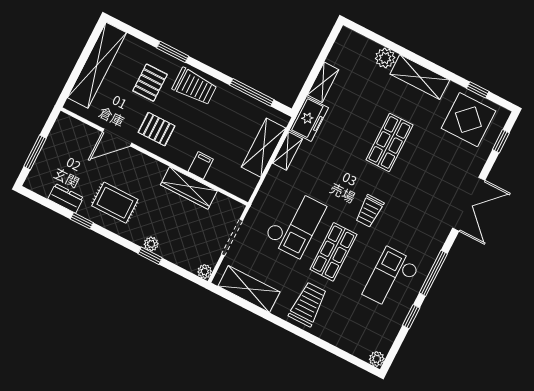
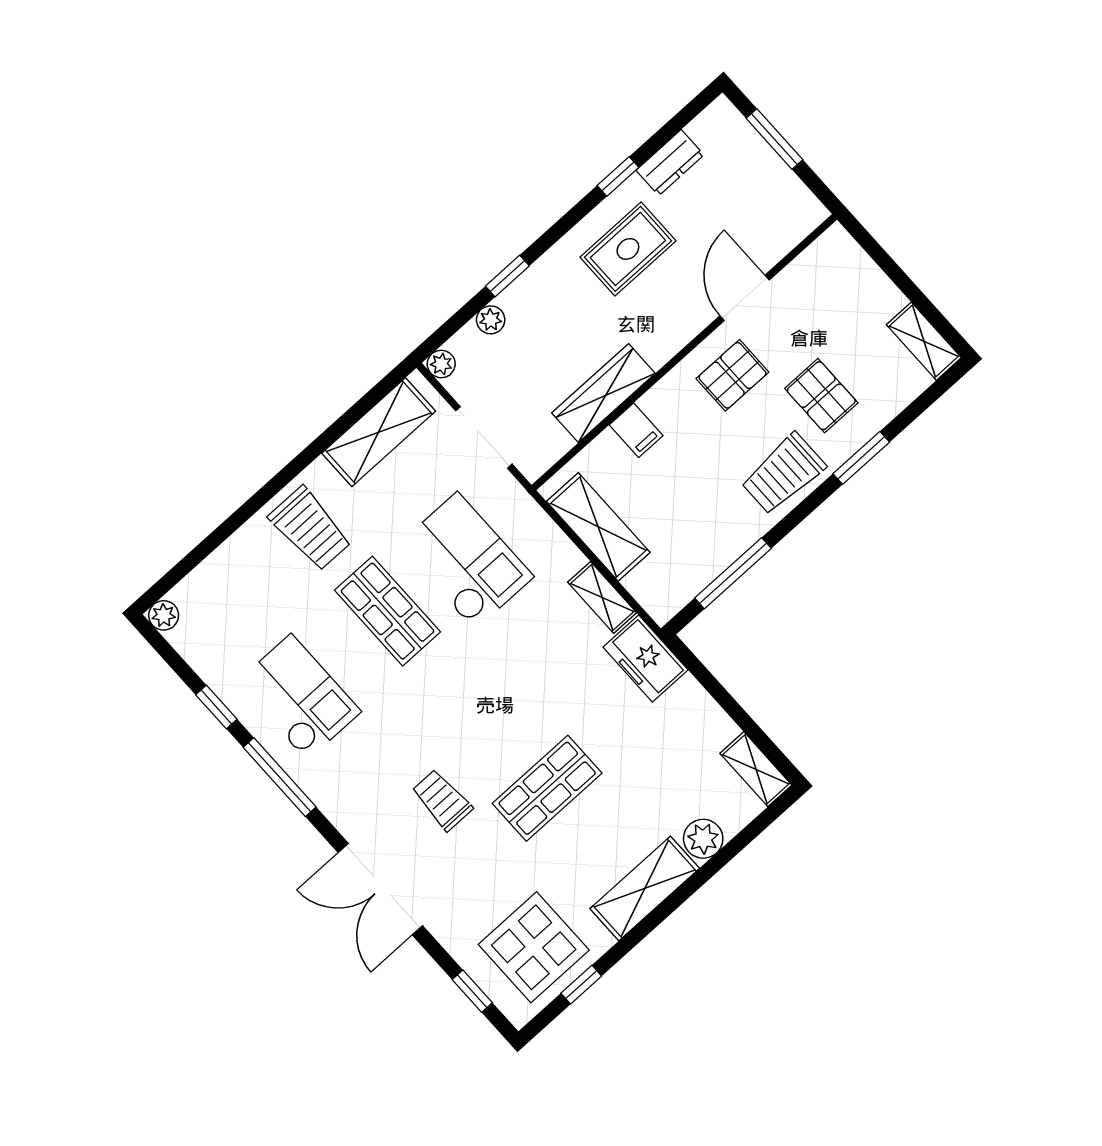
shelving: (97, 65) -> (924, 341), width x0.45, depth x0.75
shelving: (323, 82) -> (756, 769), moved
shop shelf: (389, 142) -> (547, 788), turned 90
shelving: (264, 148) -> (598, 527), moved
trolley: (369, 211) -> (442, 800), moved
checkout: (295, 223) -> (466, 561), turned 180
plant: (151, 244) -> (491, 320), moved

